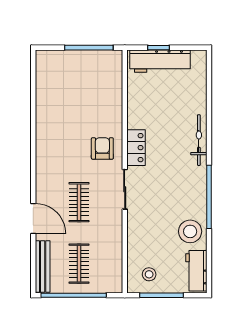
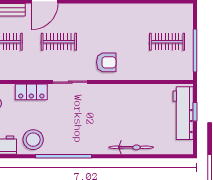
clothes rail: (79, 79) -> (167, 42), added
bicycle: (199, 140) -> (131, 147), moved
locker: (136, 148) -> (31, 92), moved

